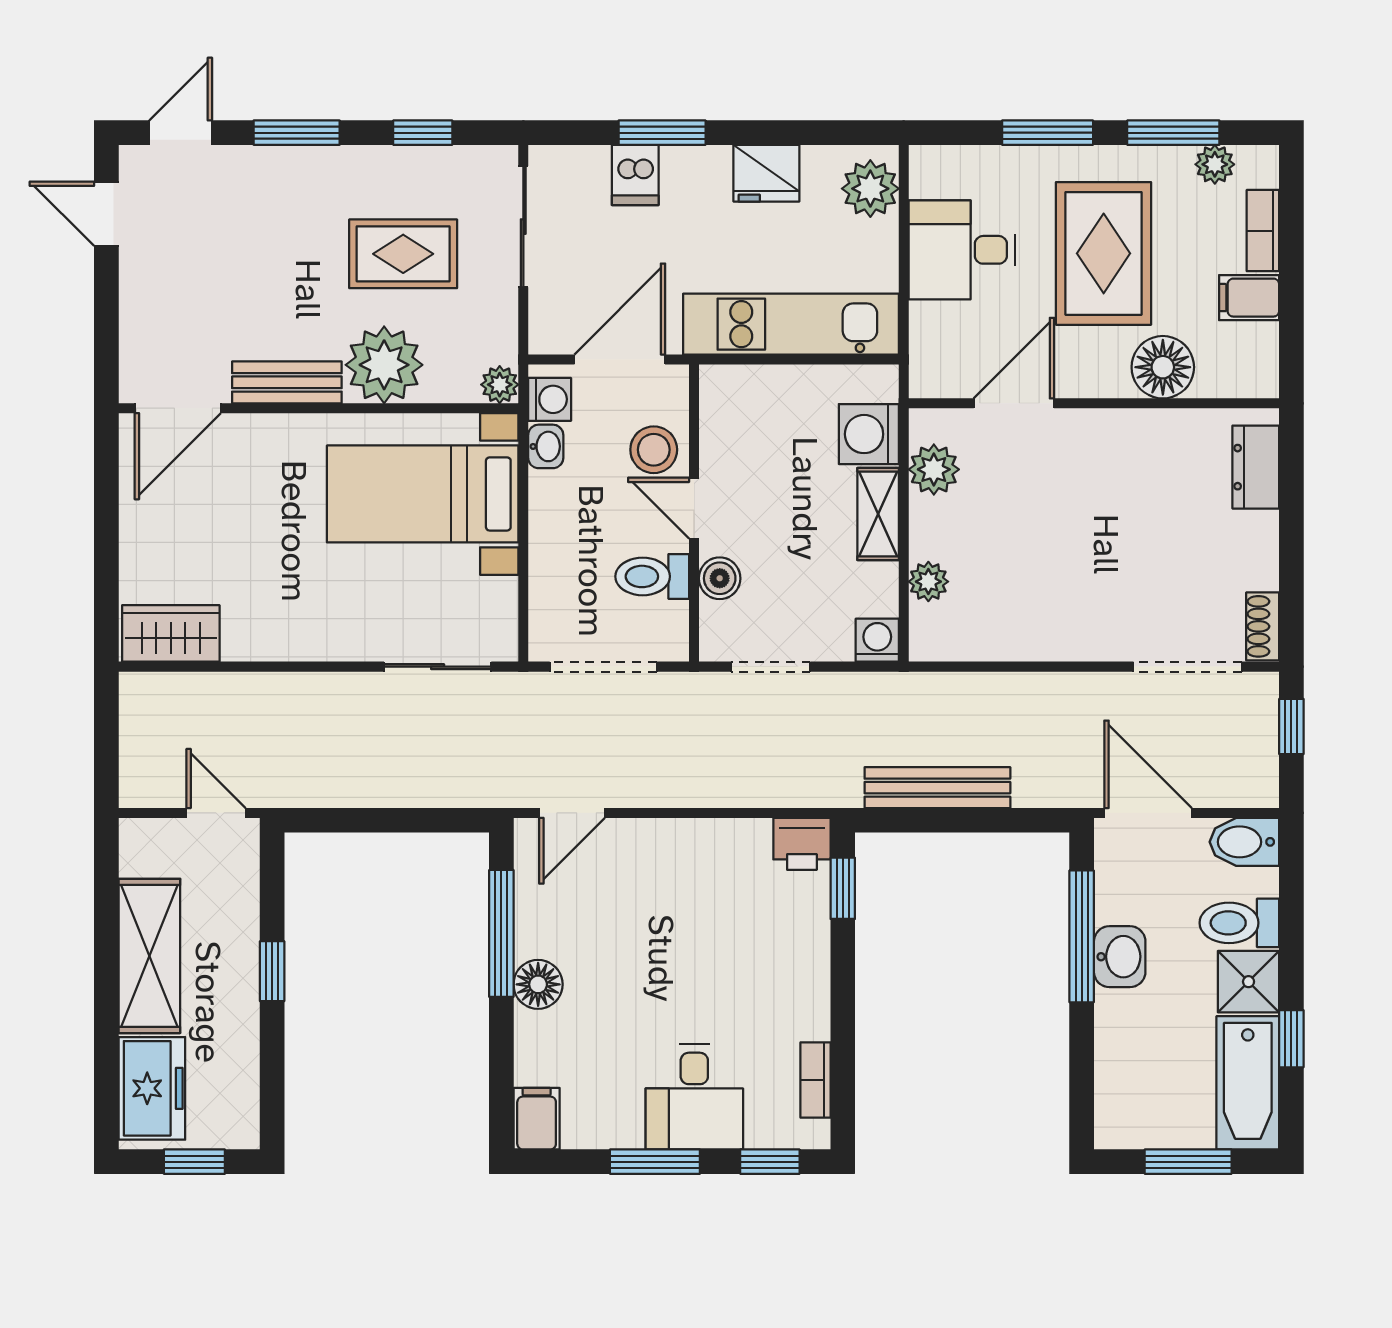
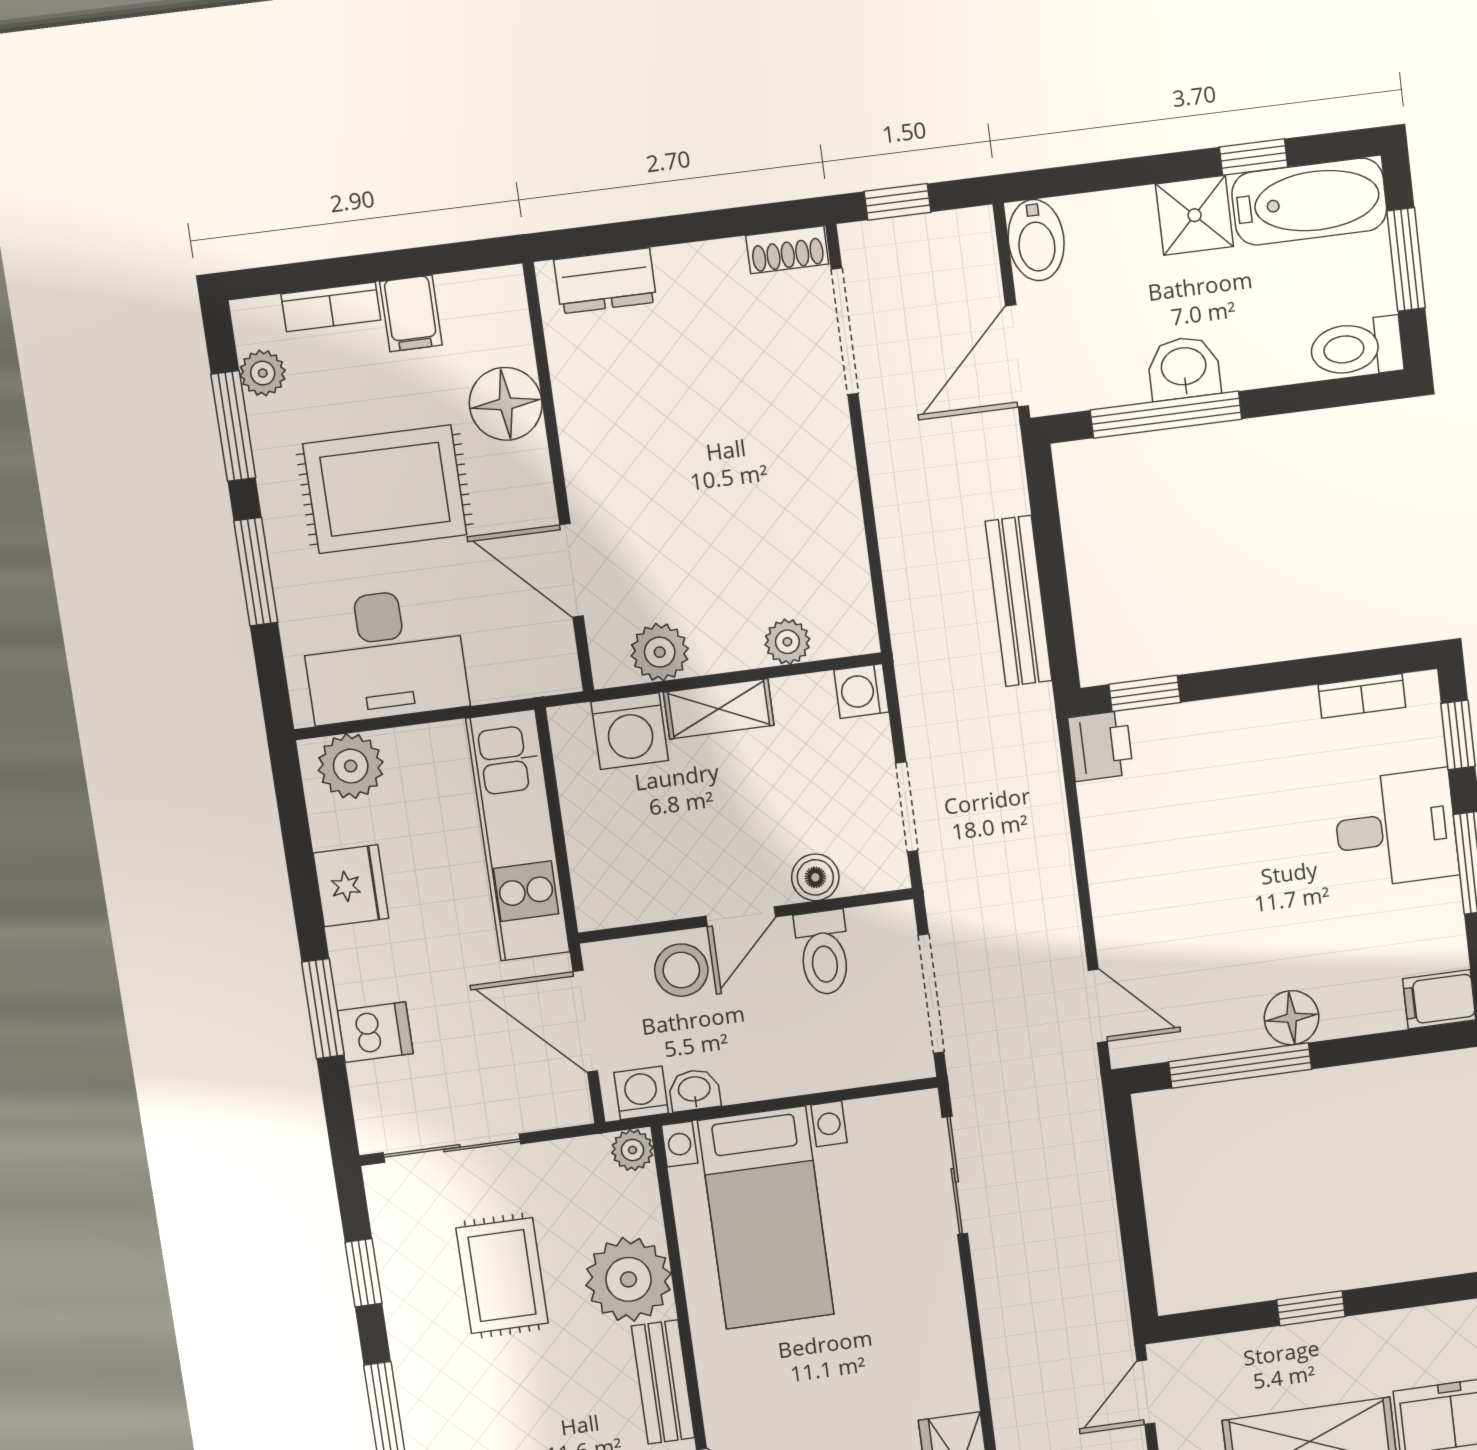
desk: (962, 250) -> (384, 655), width x1.37
toilet: (1239, 923) -> (1356, 348), moved, turned 90

